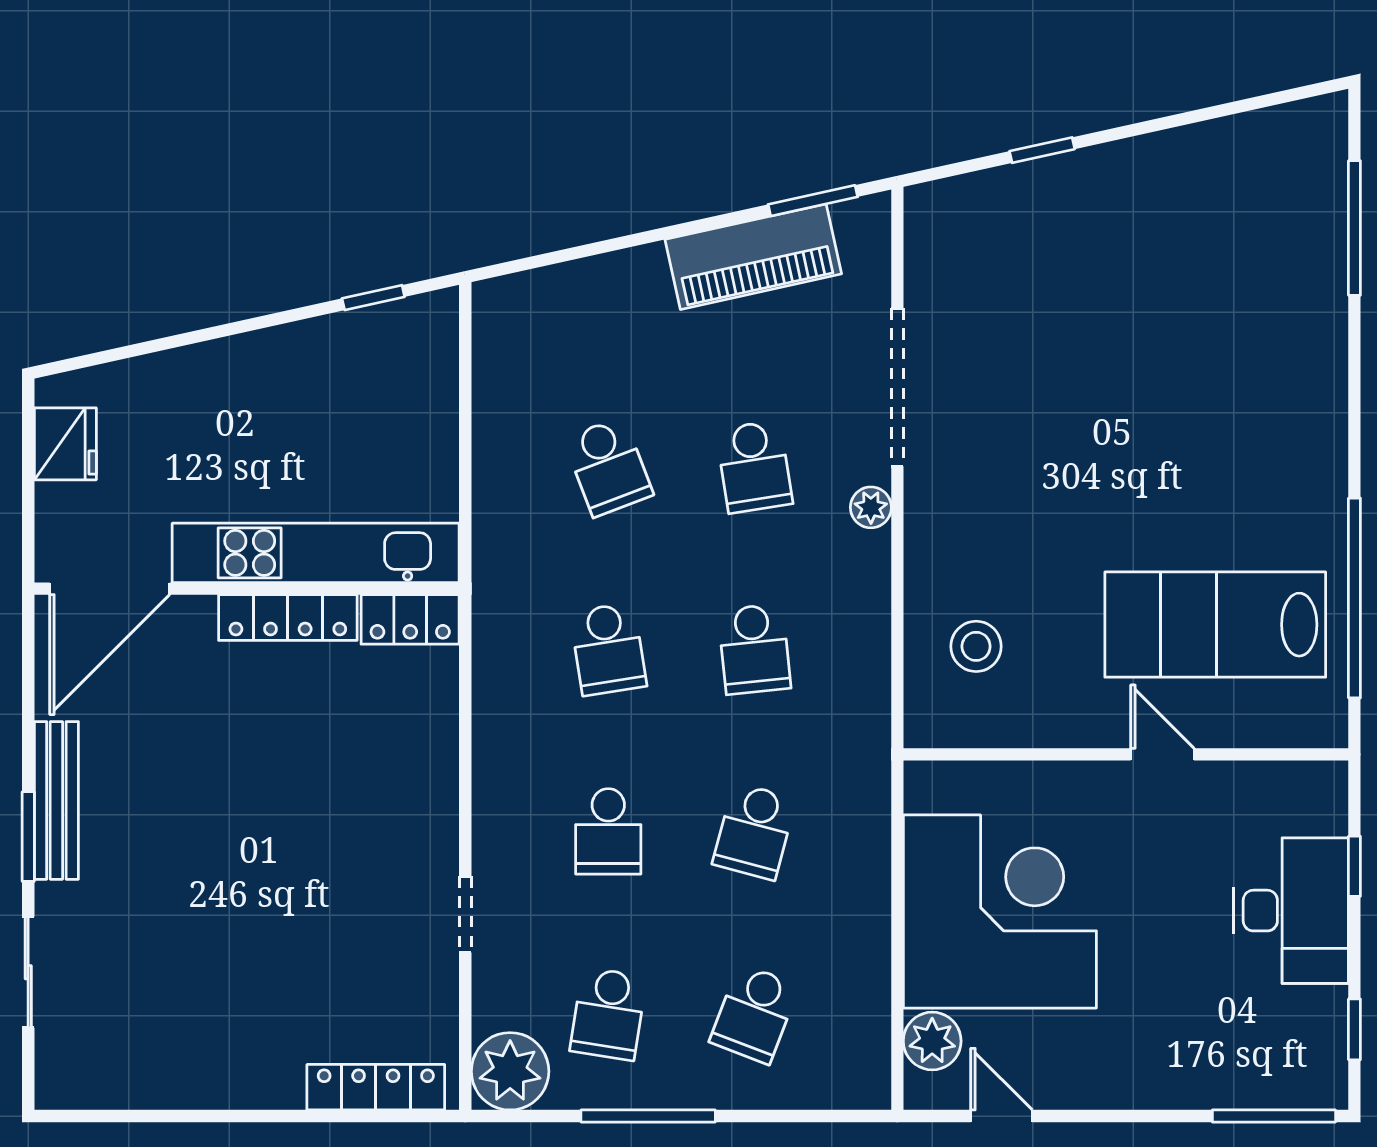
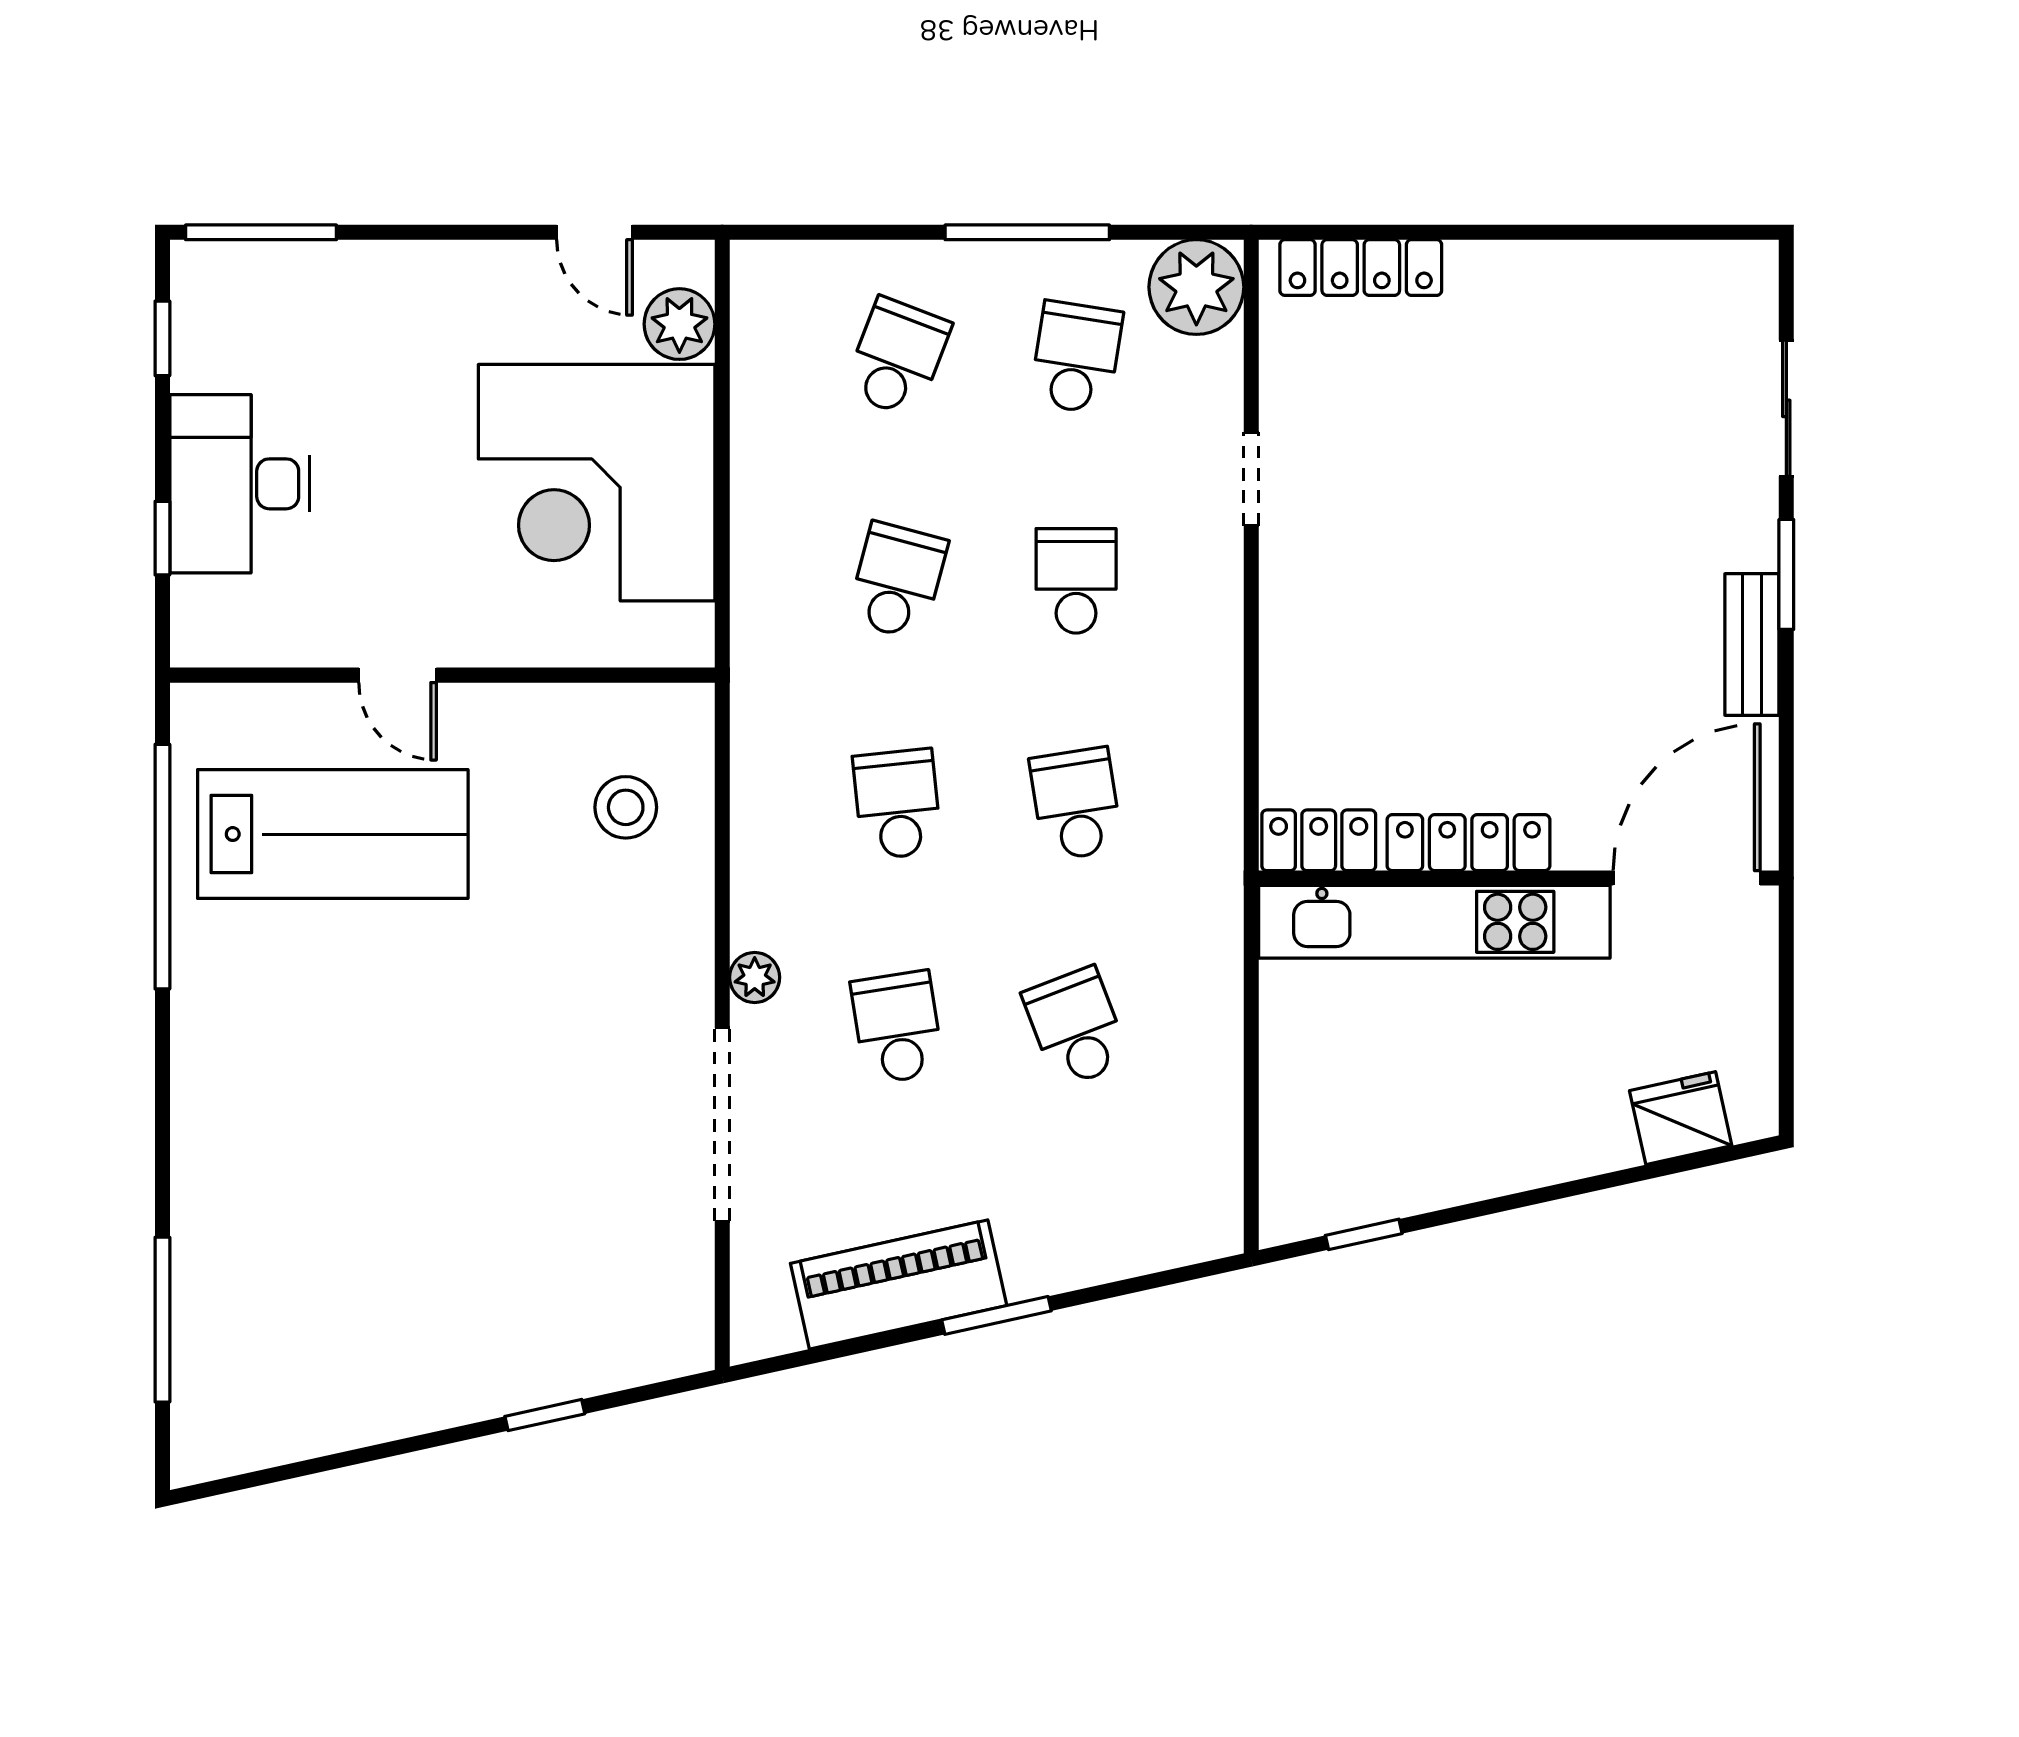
window: (813, 201) -> (996, 1315), moved
fridge: (65, 444) -> (1681, 1118), moved, turned 78
bench: (56, 800) -> (1752, 644), width x0.73

